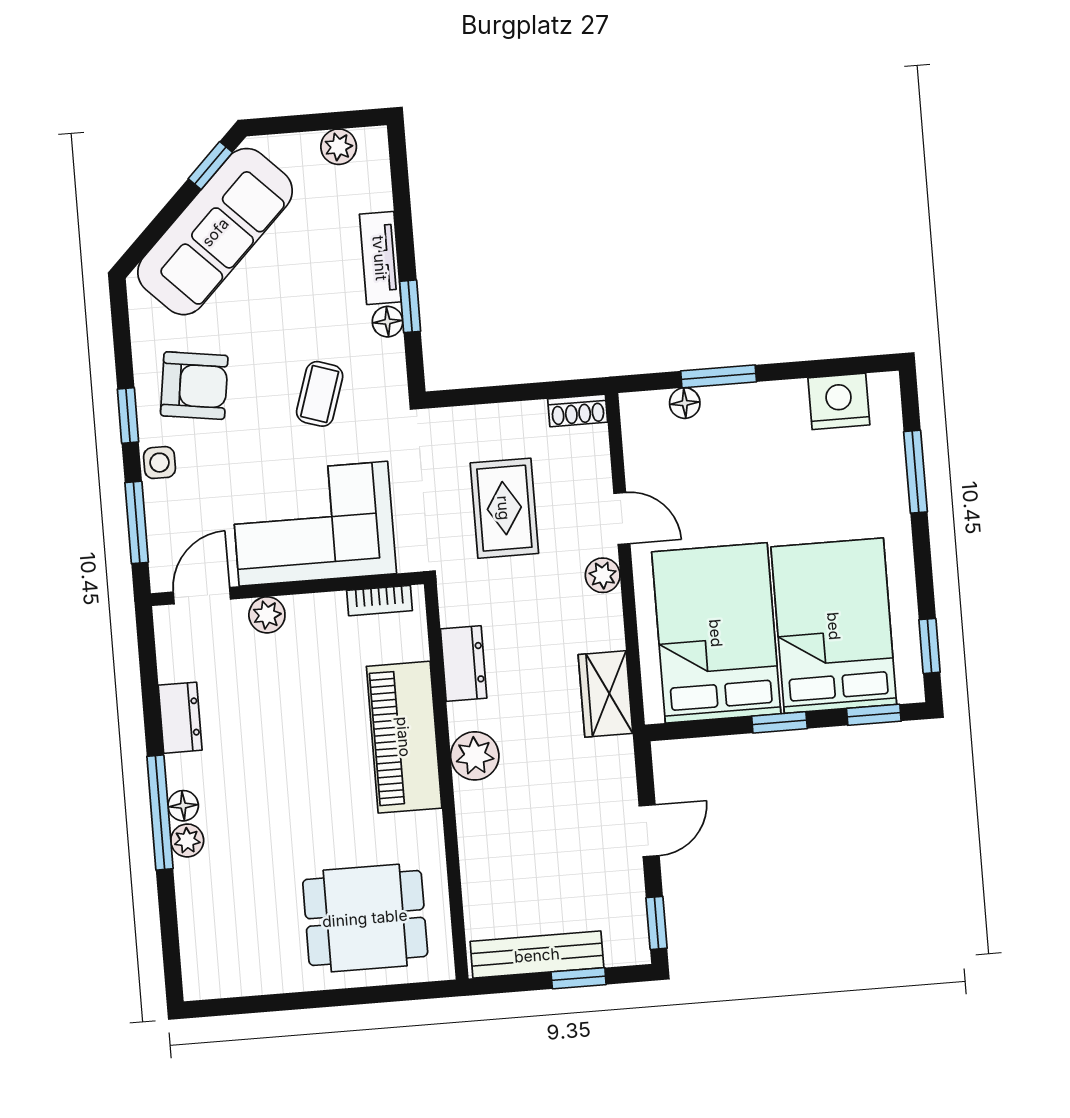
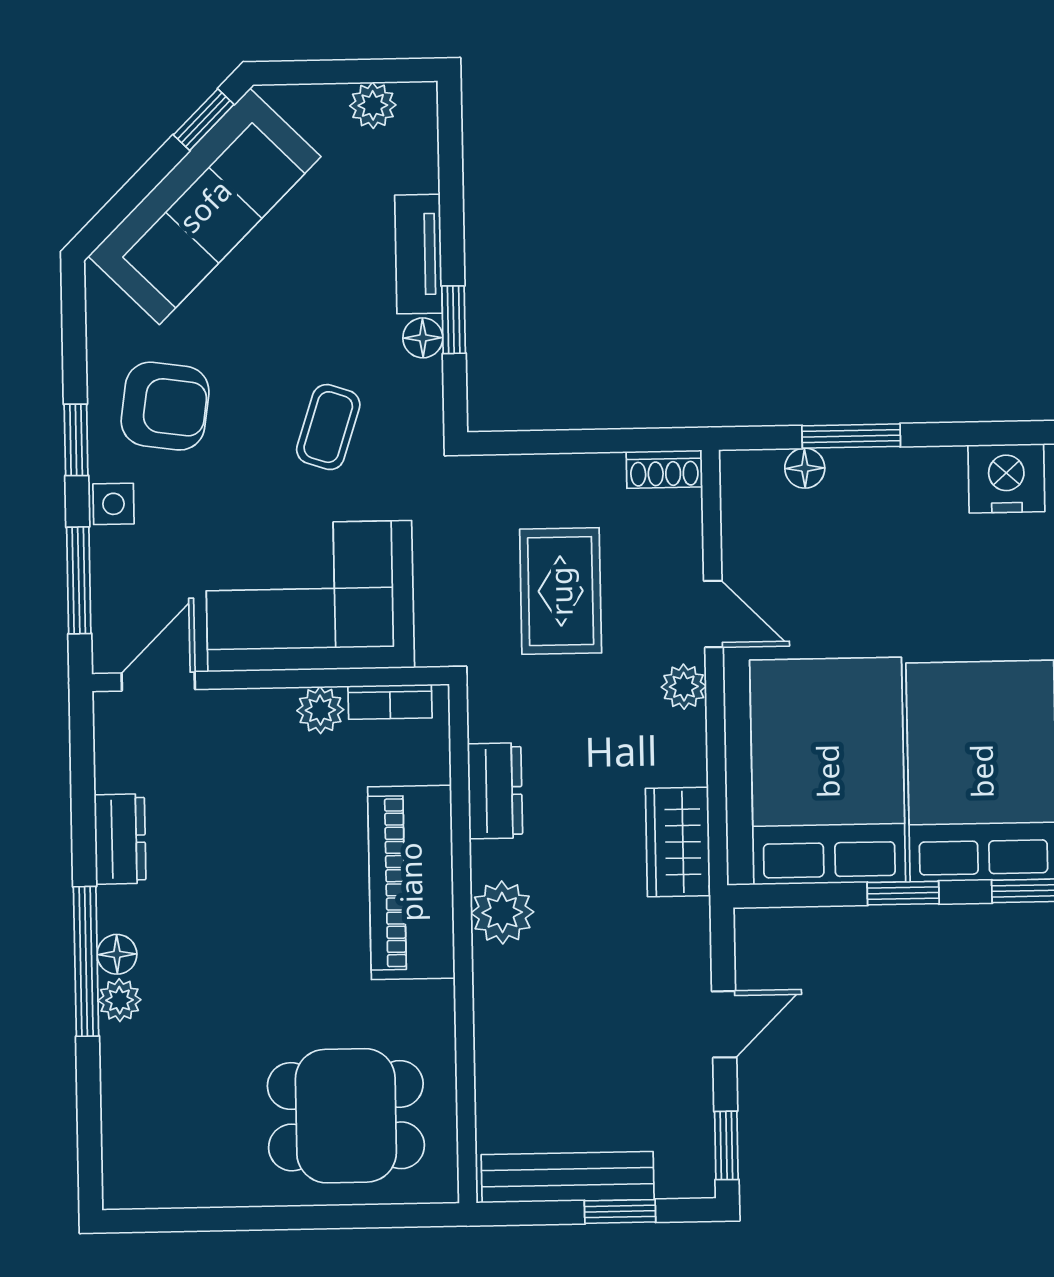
plant: (267, 615) -> (320, 710), moved

